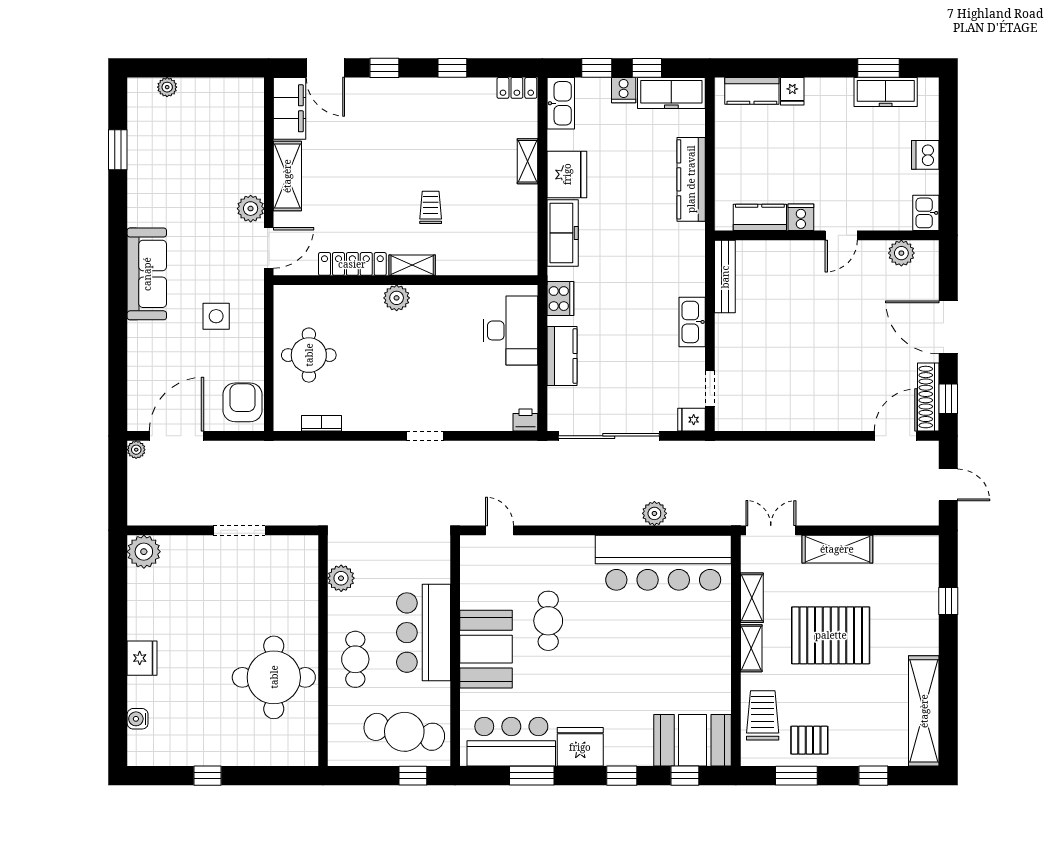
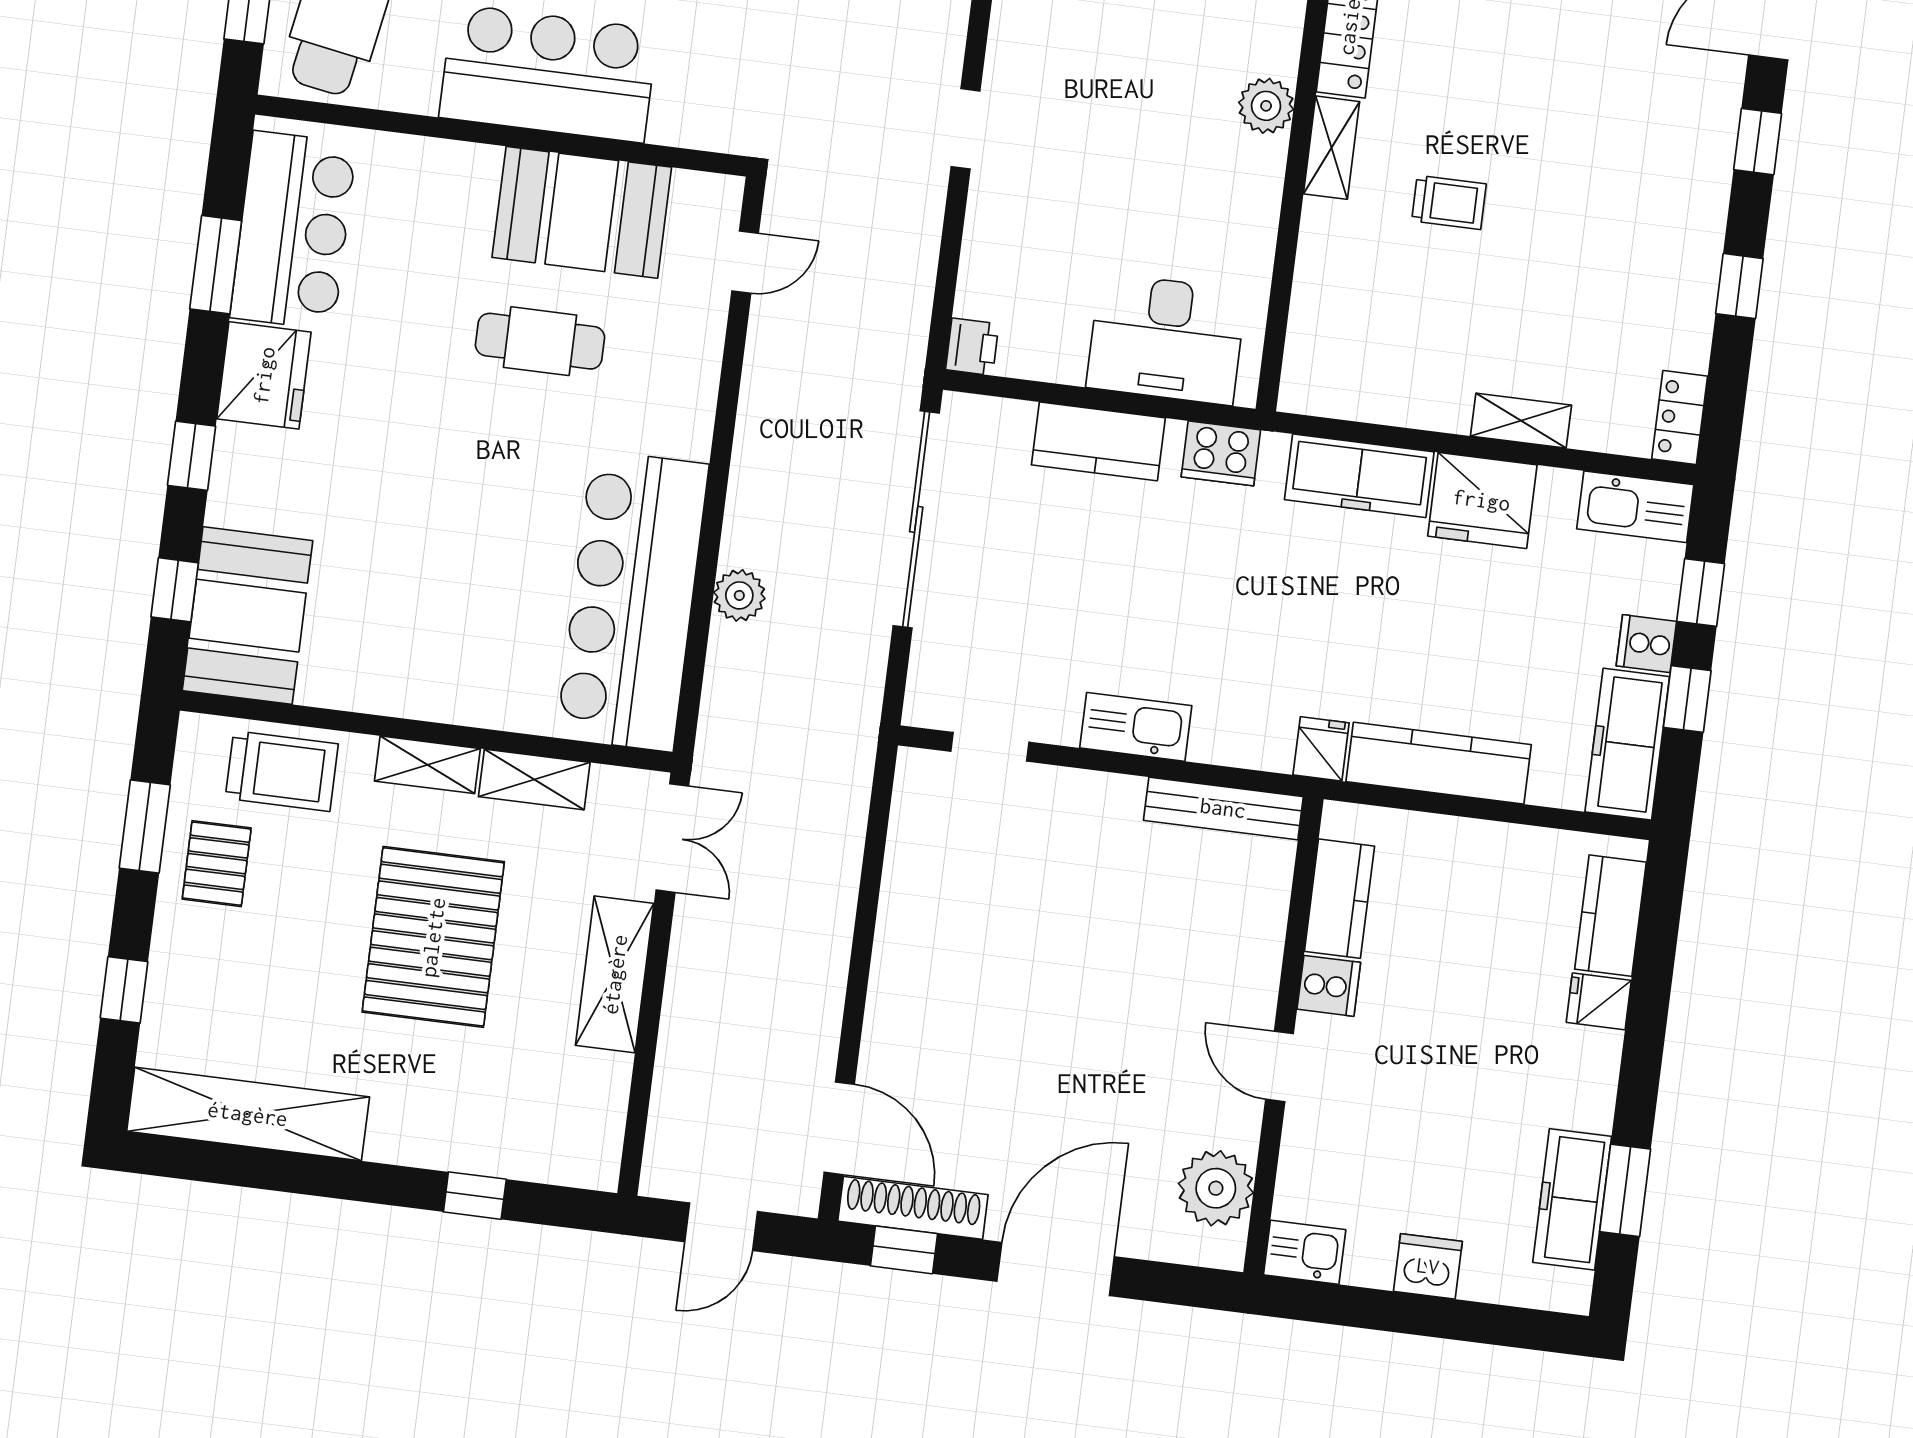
plant: (901, 253) -> (1216, 1188), width x1.36, depth x1.36
fridge: (691, 420) -> (1321, 749), moved
booth: (486, 649) -> (582, 212), moved

